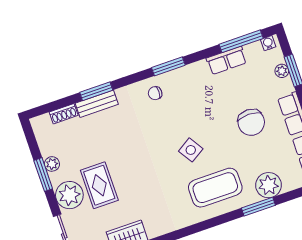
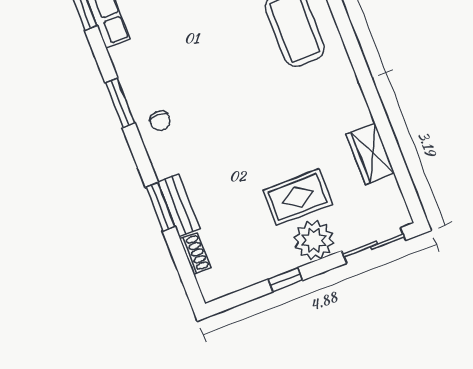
side table: (191, 150) -> (241, 65), removed
plant: (52, 164) -> (269, 268), removed
window: (43, 175) -> (285, 280), width x0.67

